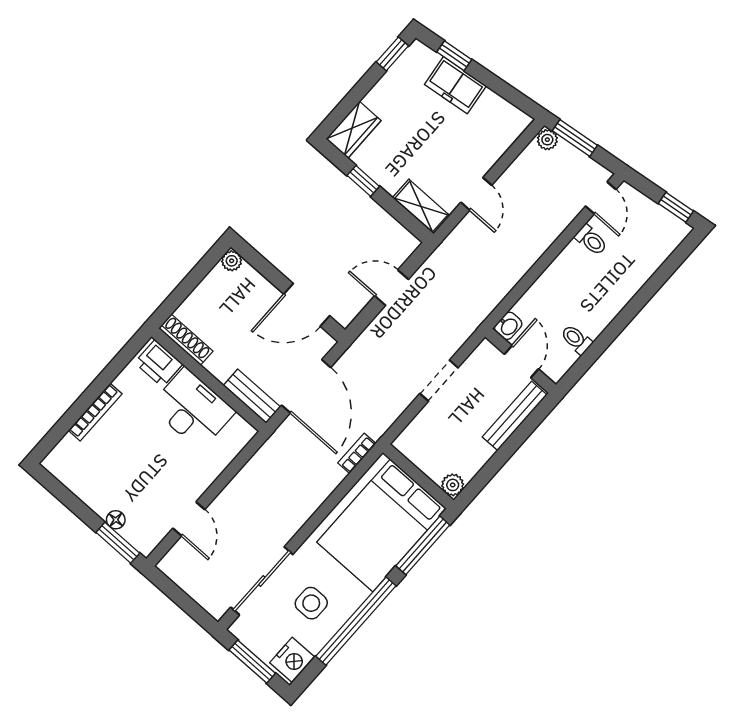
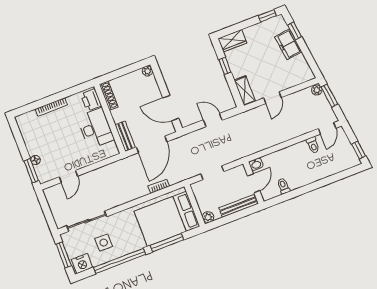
wall: (418, 476) -> (195, 205), moved
plant: (453, 485) -> (208, 217), moved
bed: (382, 525) -> (167, 219), moved

